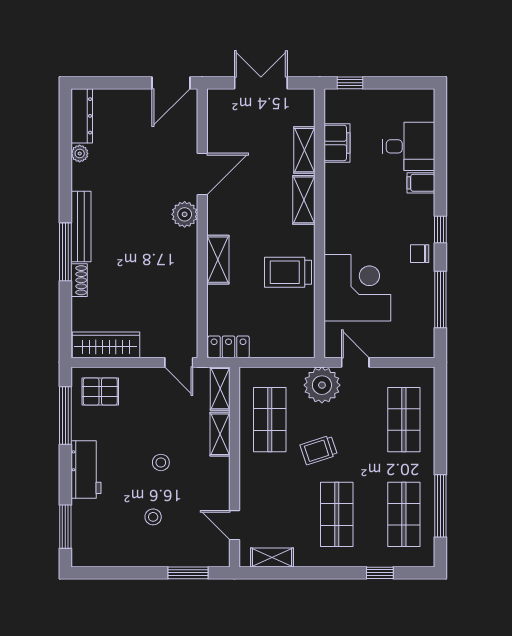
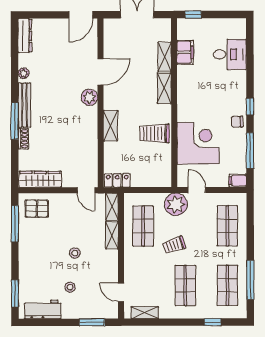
plant: (80, 154) -> (24, 73), moved
filing cabinet: (421, 183) -> (238, 181), moved
workbench: (86, 469) -> (43, 309), moved, turned -90

